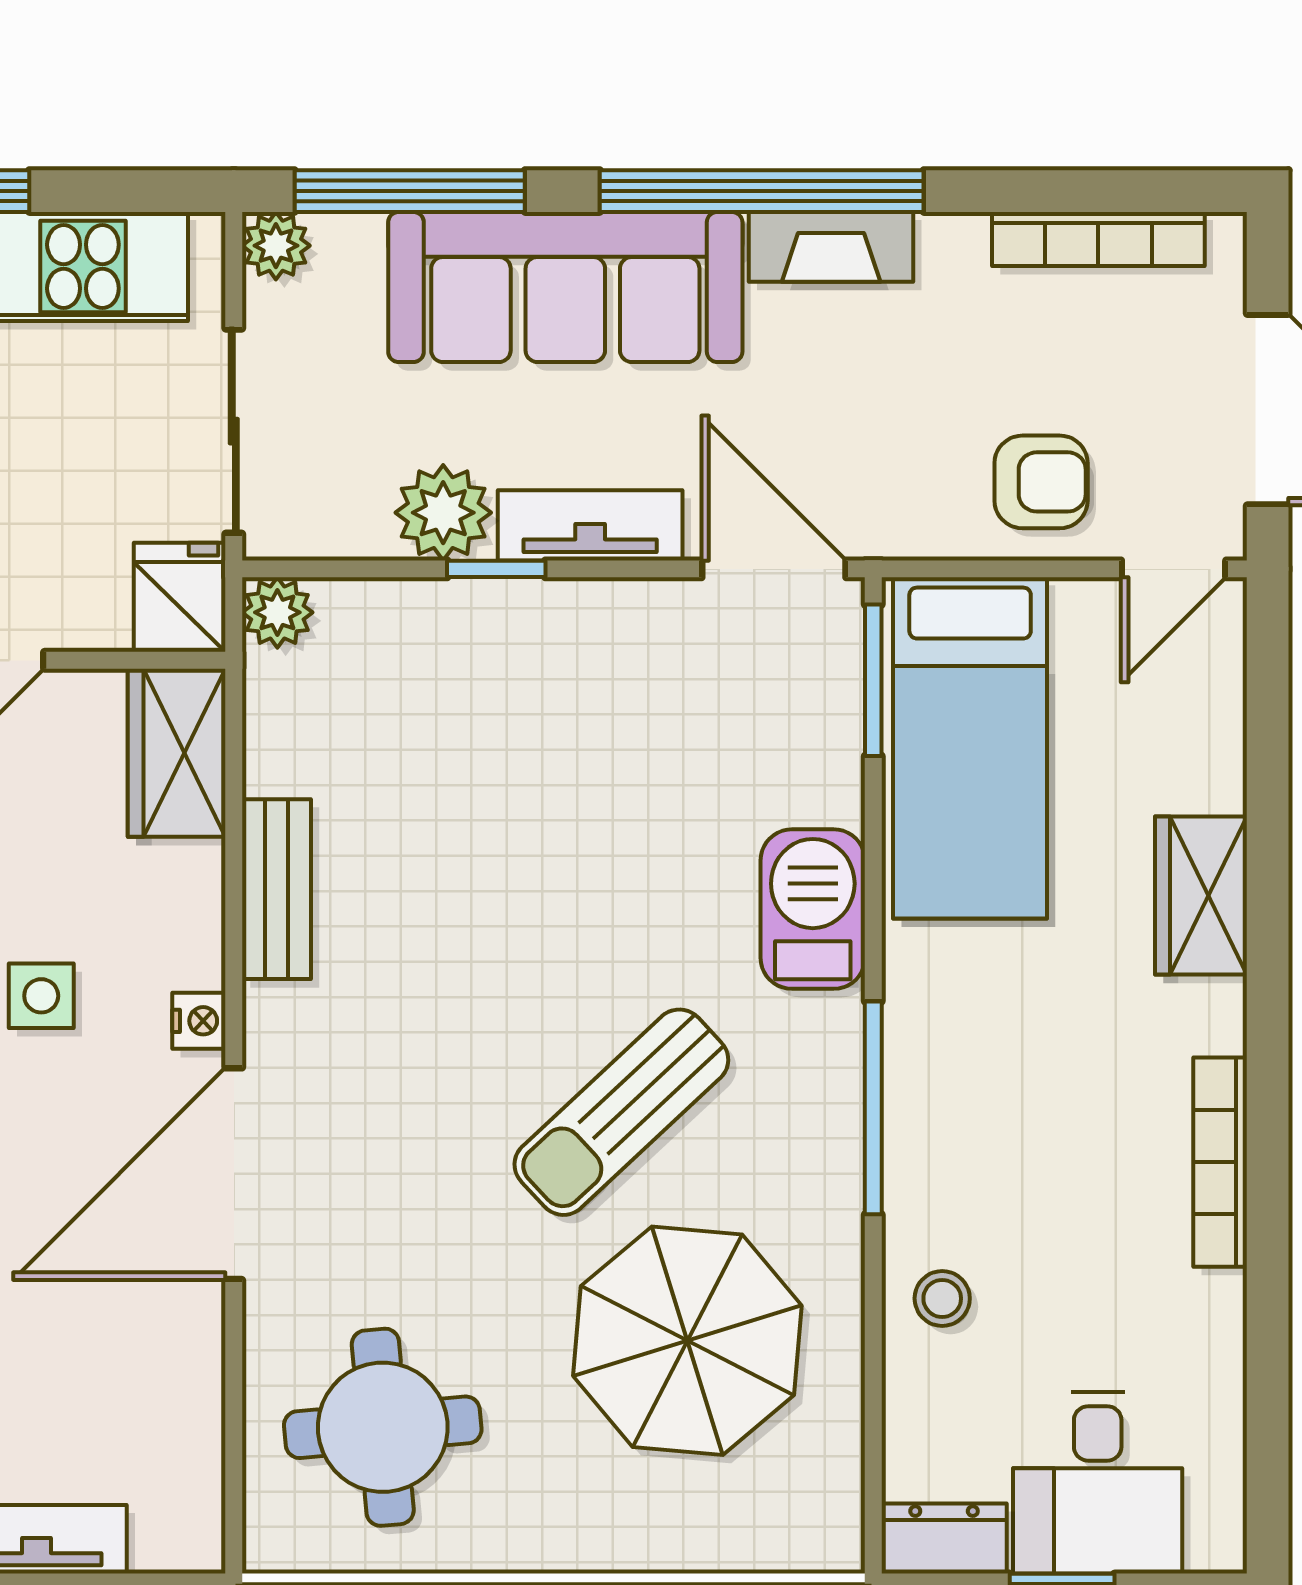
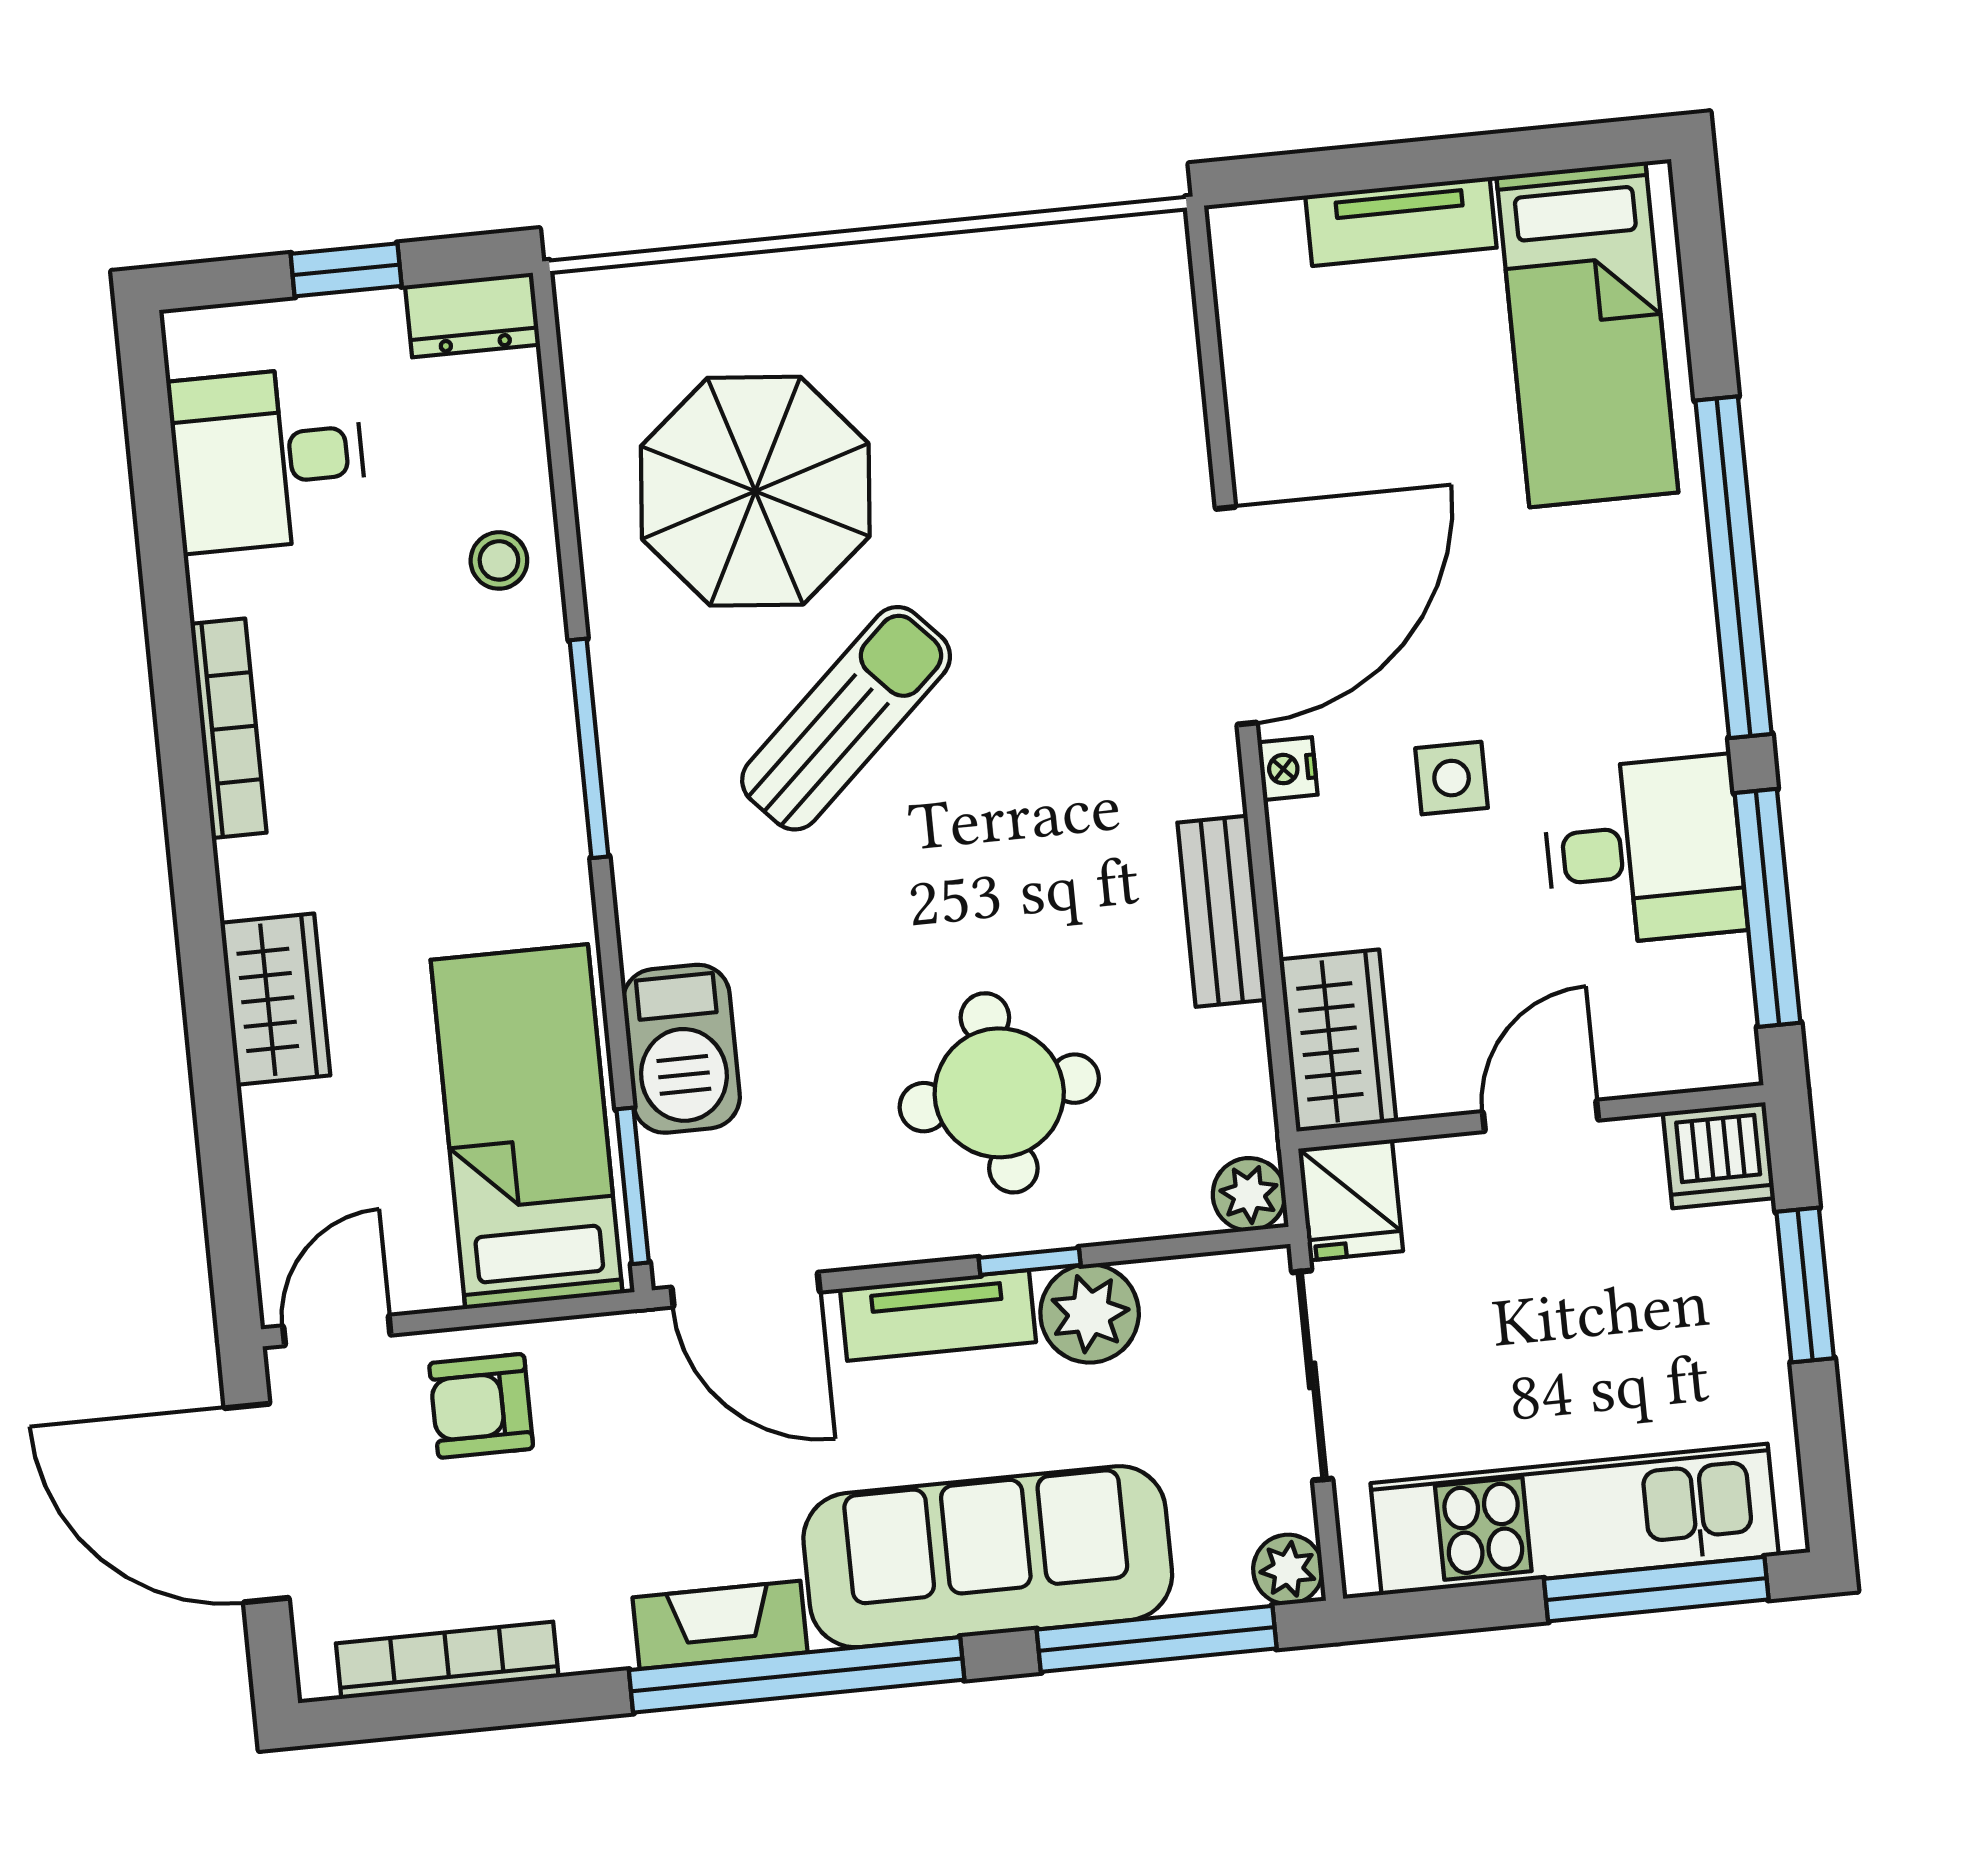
barbecue: (813, 909) -> (681, 1049), moved
round table: (383, 1427) -> (999, 1093), moved
desk: (1098, 1483) -> (268, 459), moved, turned -90

